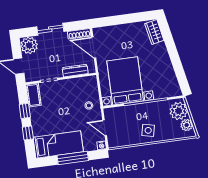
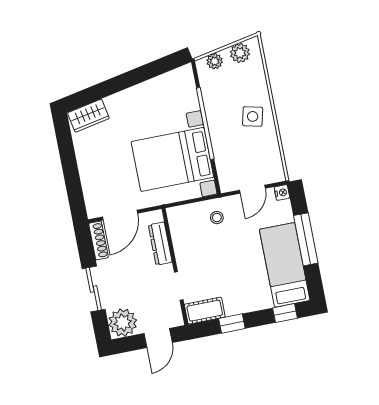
plant: (179, 111) -> (215, 61), width x0.53, depth x0.53
window: (28, 133) -> (285, 313), moved

